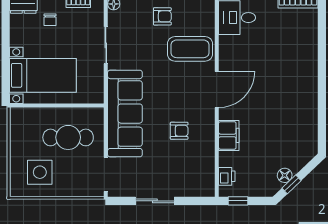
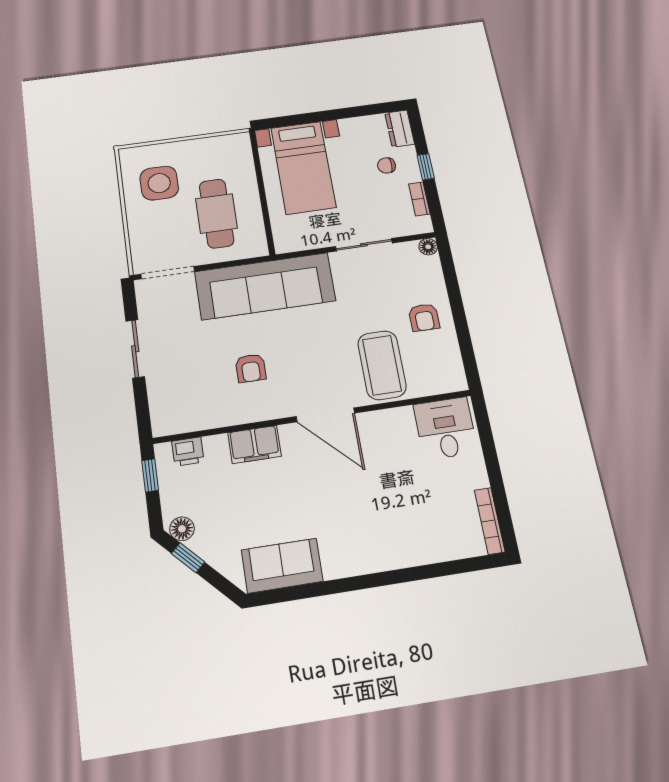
sofa: (305, 130) -> (282, 566), added
floor lamp: (285, 175) -> (182, 529), moved

